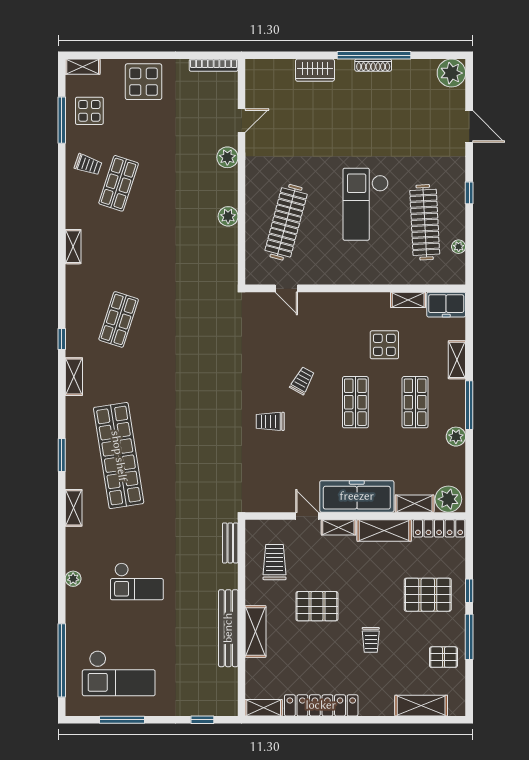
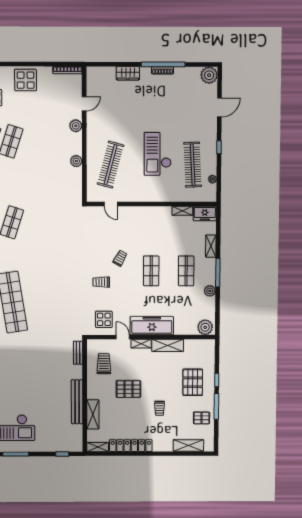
door: (469, 127) -> (219, 107), hinge flipped
display table: (384, 345) -> (104, 319), moved
shelving: (415, 504) -> (185, 330), removed
locker: (439, 528) -> (200, 344), removed
checkout: (137, 581) -> (24, 375), removed
pallet: (428, 595) -> (193, 382), turned 90
shelving: (256, 631) -> (93, 414), moved

